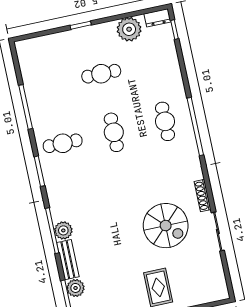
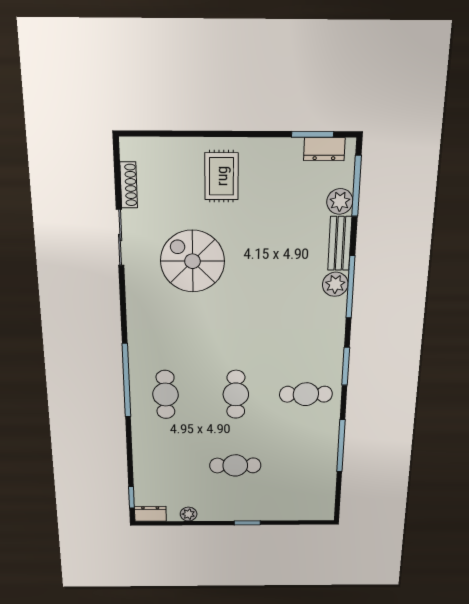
plant: (129, 29) -> (189, 514), width x0.53, depth x0.53
shoe rack: (203, 196) -> (129, 185), moved

